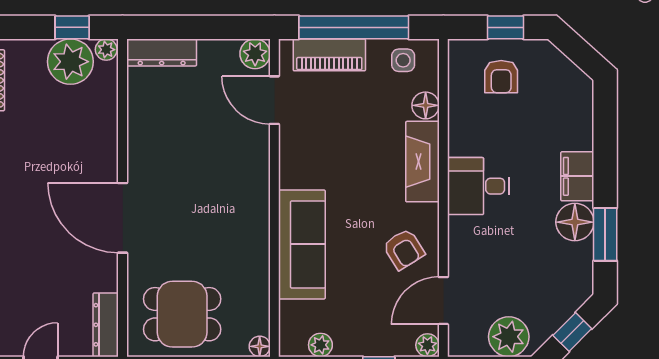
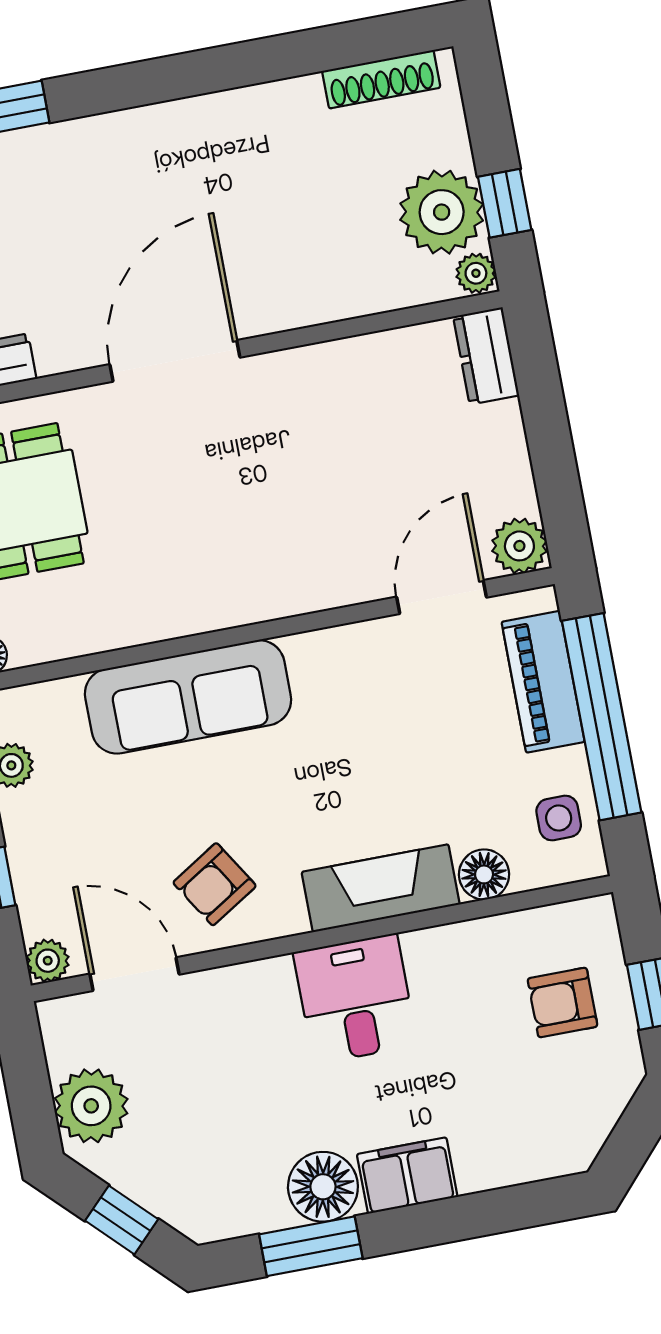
dresser: (162, 52) -> (486, 356), width x0.70

